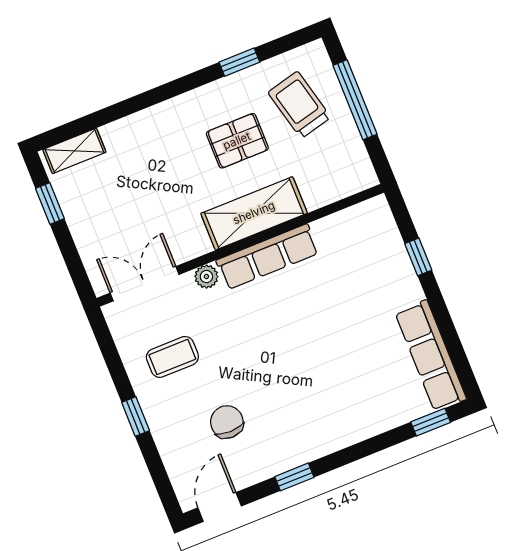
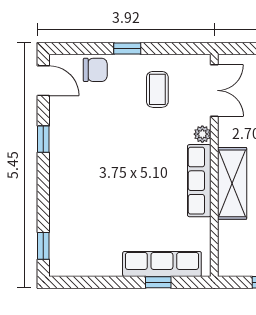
row of seats: (431, 356) -> (162, 264), moved
chair: (227, 422) -> (95, 70), moved

